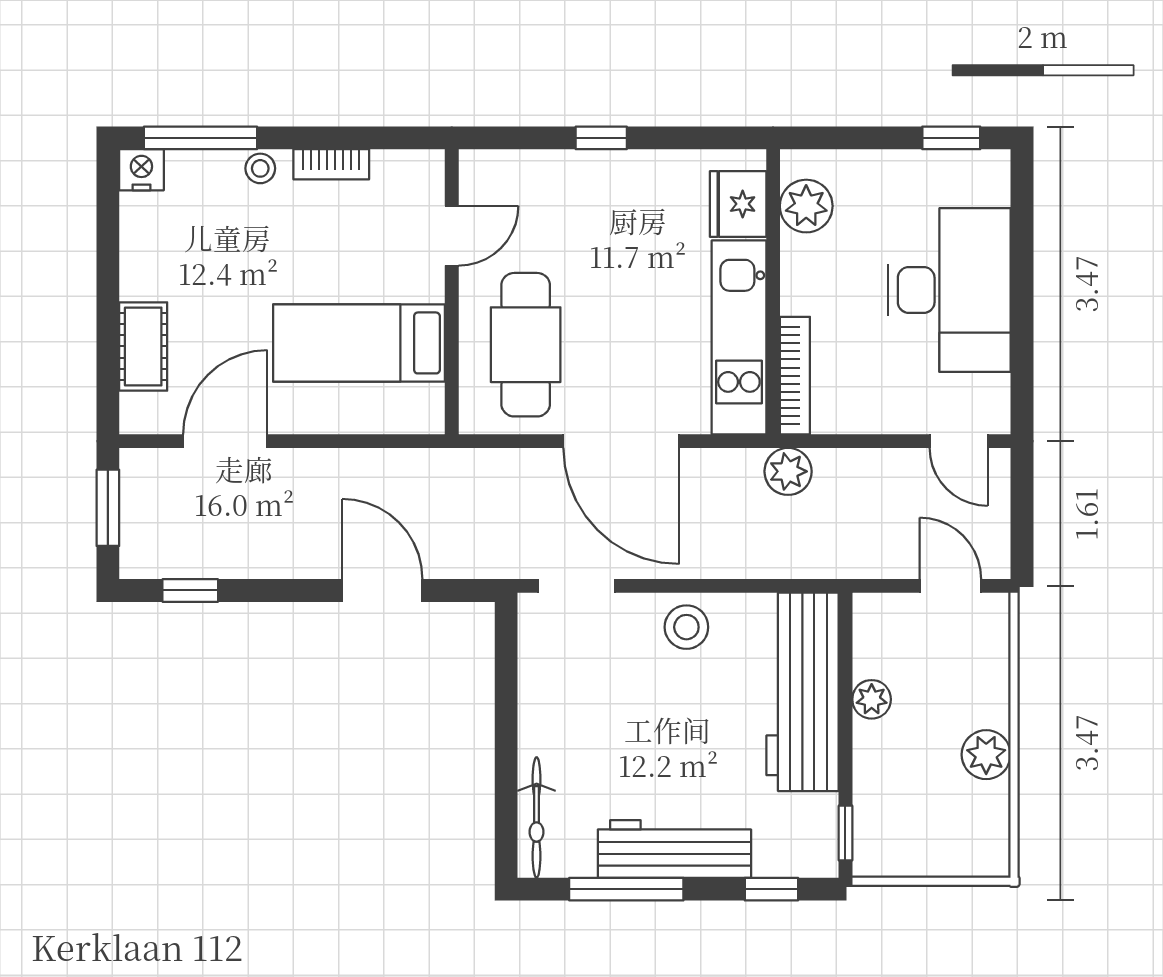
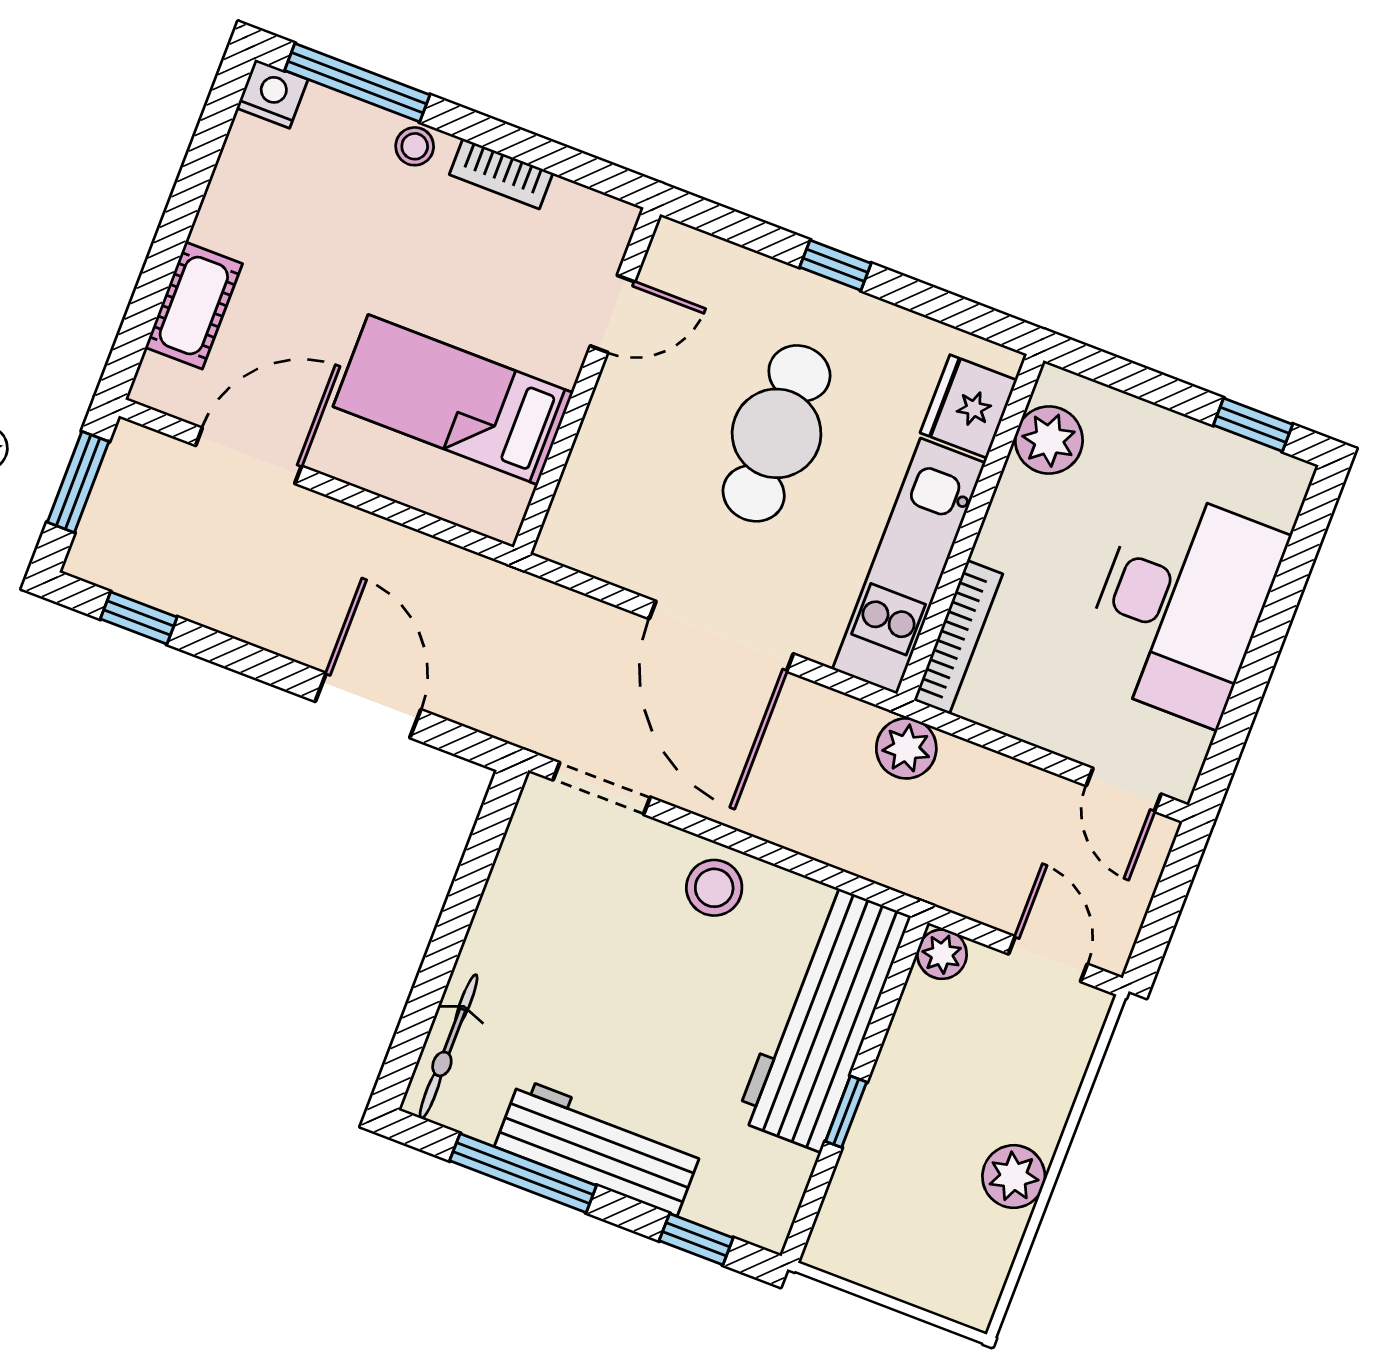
cafe table: (526, 345) -> (777, 433), moved
plant: (872, 699) -> (942, 954), moved
window: (845, 833) -> (846, 1112), moved

